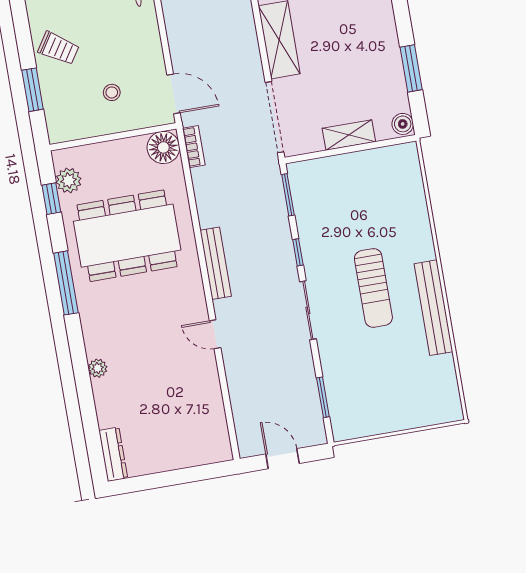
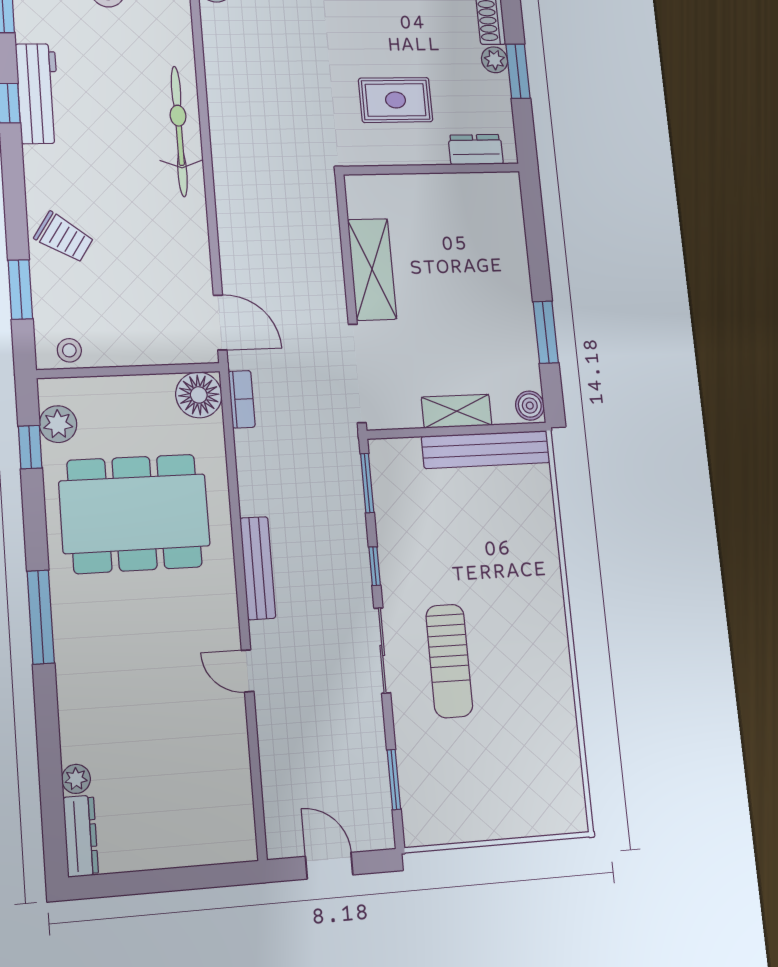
stool: (112, 92) -> (69, 350), moved
window: (66, 283) -> (41, 617), moved
sun lounger: (373, 288) -> (449, 661), moved
bench: (433, 308) -> (486, 450), moved, turned 90
plant: (98, 368) -> (76, 779), moved

